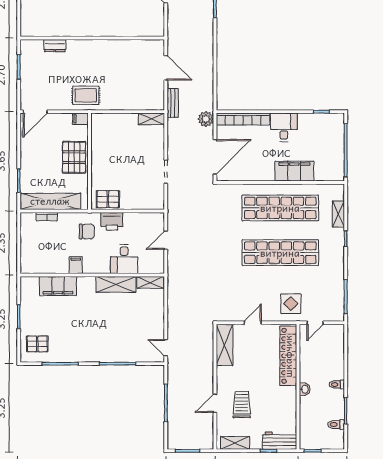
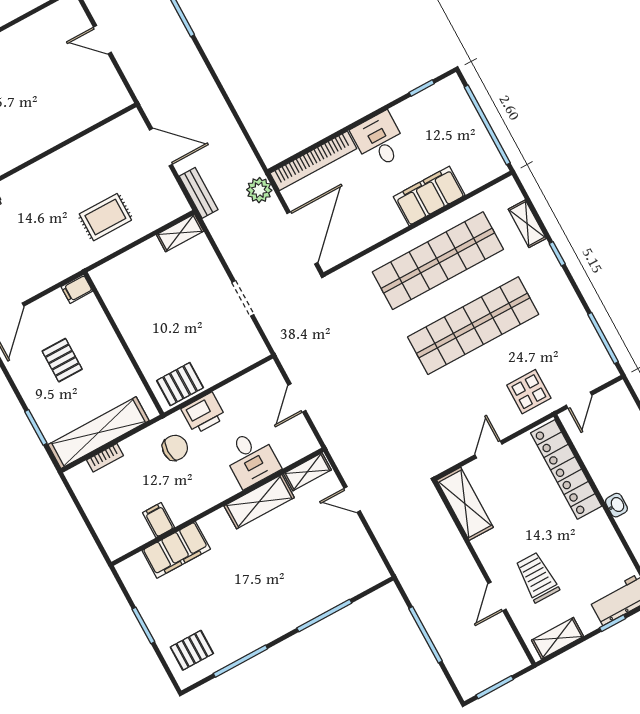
rug: (86, 95) -> (105, 217), moved
pallet: (74, 157) -> (62, 360), moved, width x0.67, depth x0.71
filing cabinet: (76, 265) -> (159, 520), moved
door: (166, 348) -> (352, 499), moved

